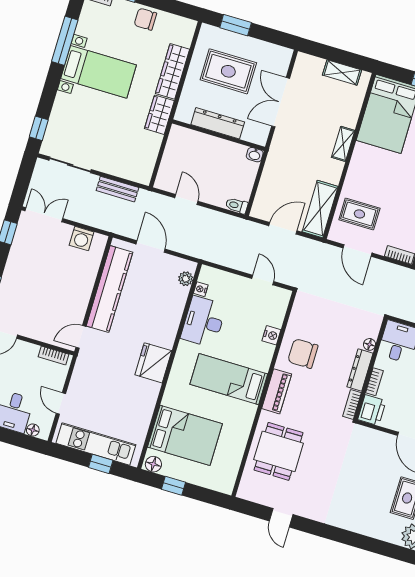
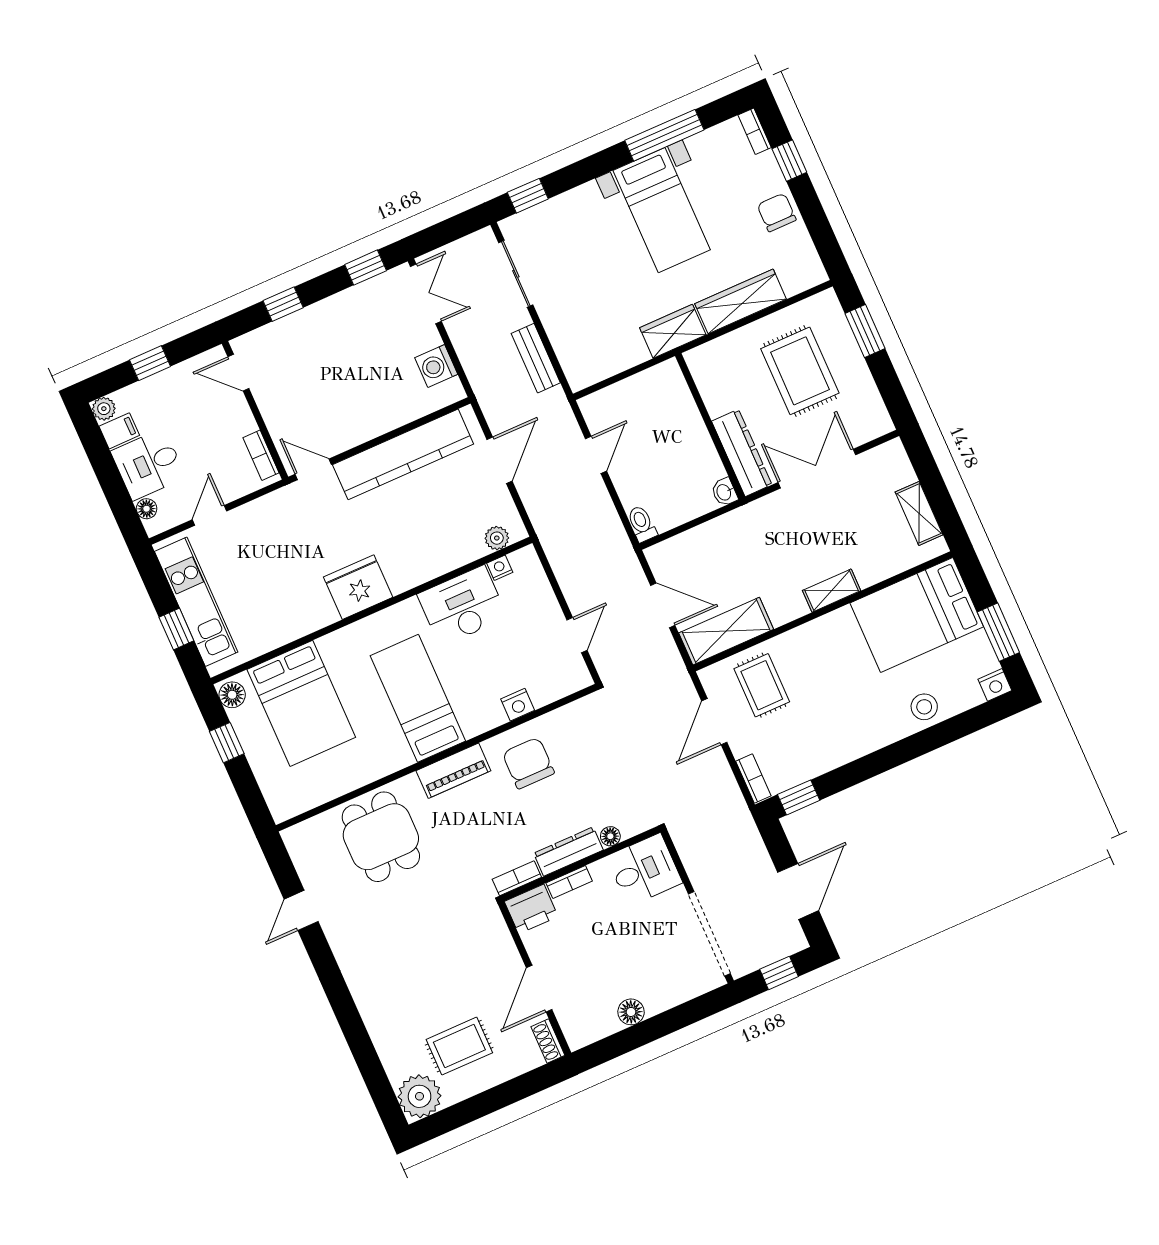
dresser: (218, 123) -> (742, 453), moved
dining table: (279, 451) -> (381, 837), turned 90

